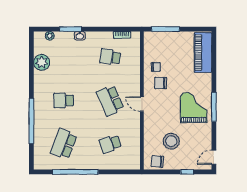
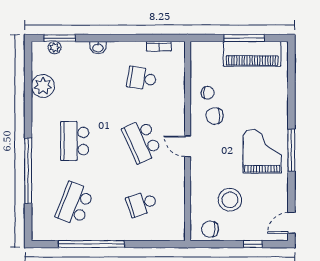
window: (71, 29) -> (60, 38), moved
window: (166, 29) -> (244, 38), moved
piano: (203, 53) -> (252, 54), moved, turned -90
school desk: (64, 100) -> (75, 141), width x1.85

